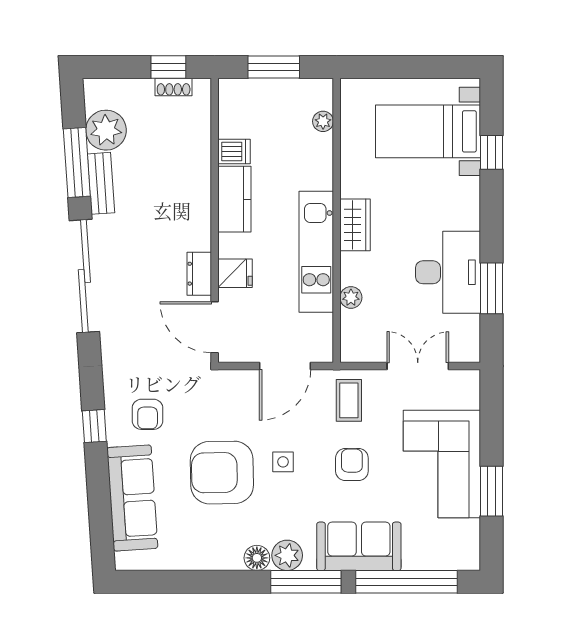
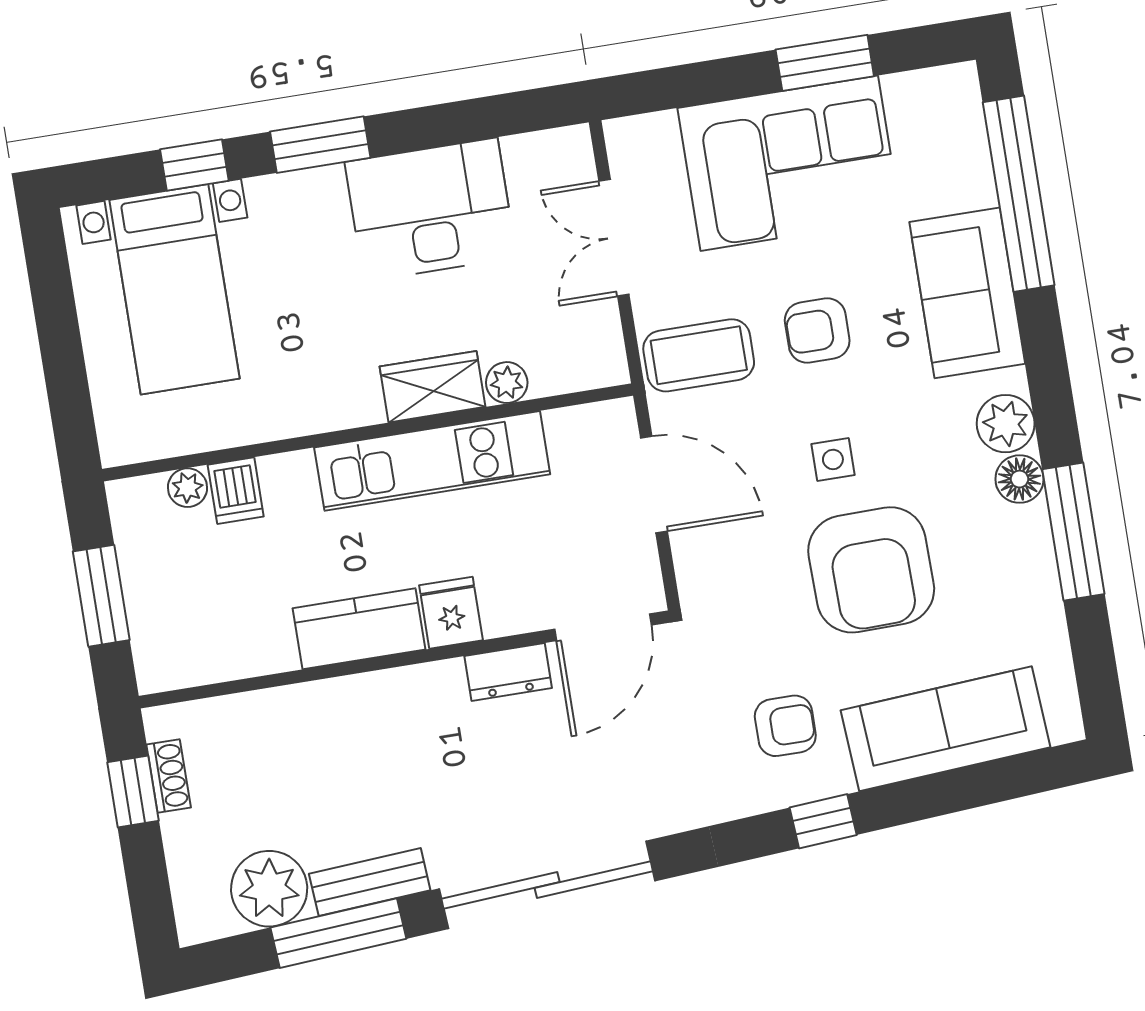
dishwasher: (234, 152) -> (236, 491), moved, turned 180
wardrobe: (355, 225) -> (433, 387), moved
fridge: (235, 273) -> (451, 613), moved
window: (491, 288) -> (320, 145), moved
coffee table: (349, 400) -> (699, 355), width x1.36, depth x1.30
window: (306, 582) -> (1073, 532), moved

